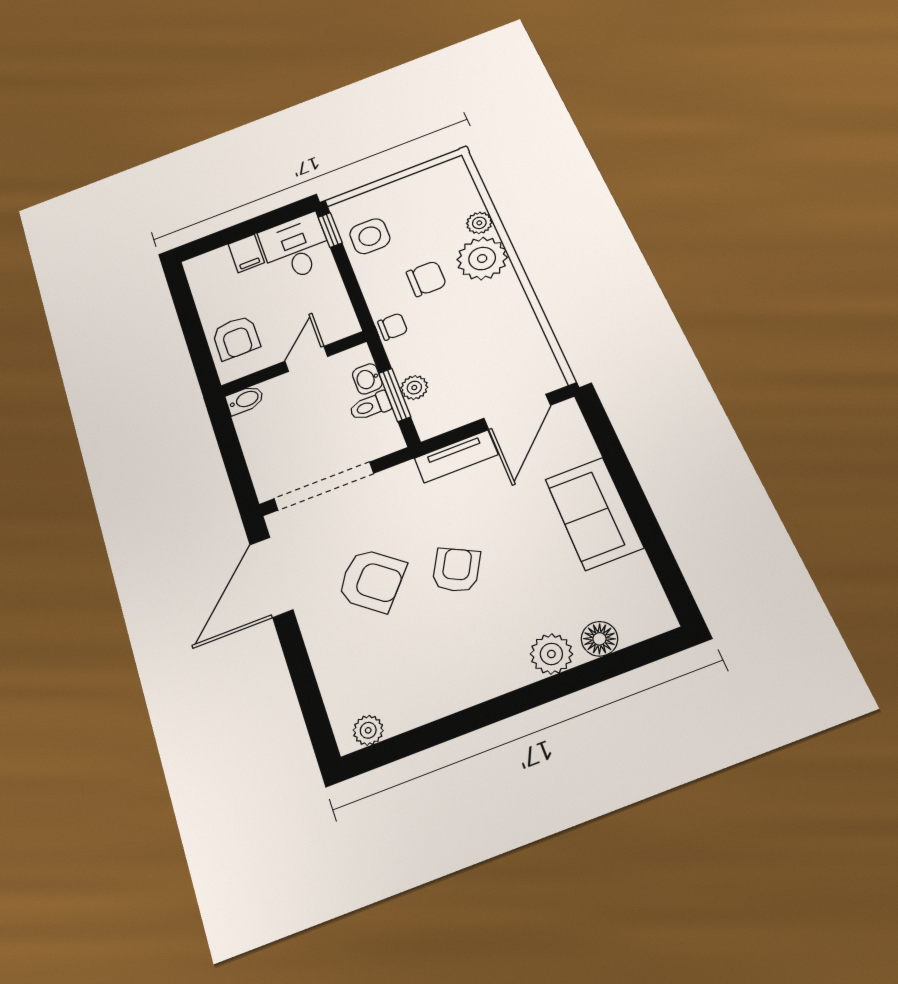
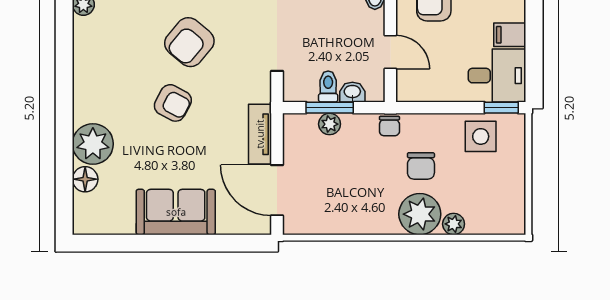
plant: (551, 654) -> (93, 144), width x1.36, depth x1.36

